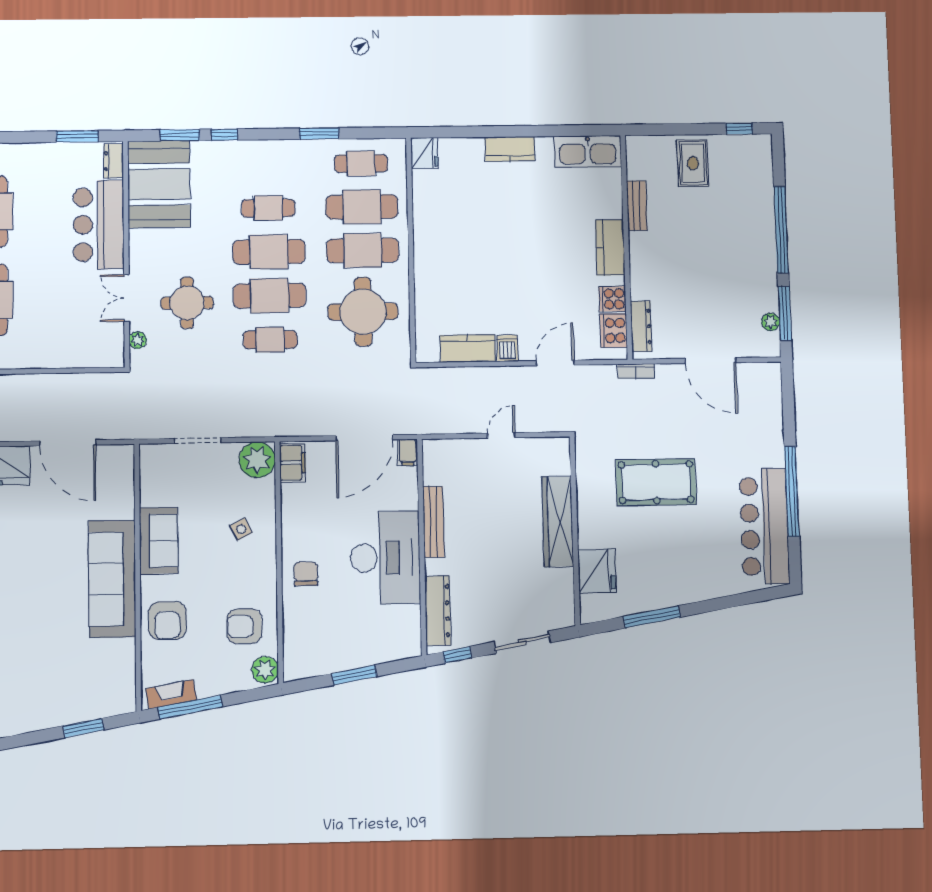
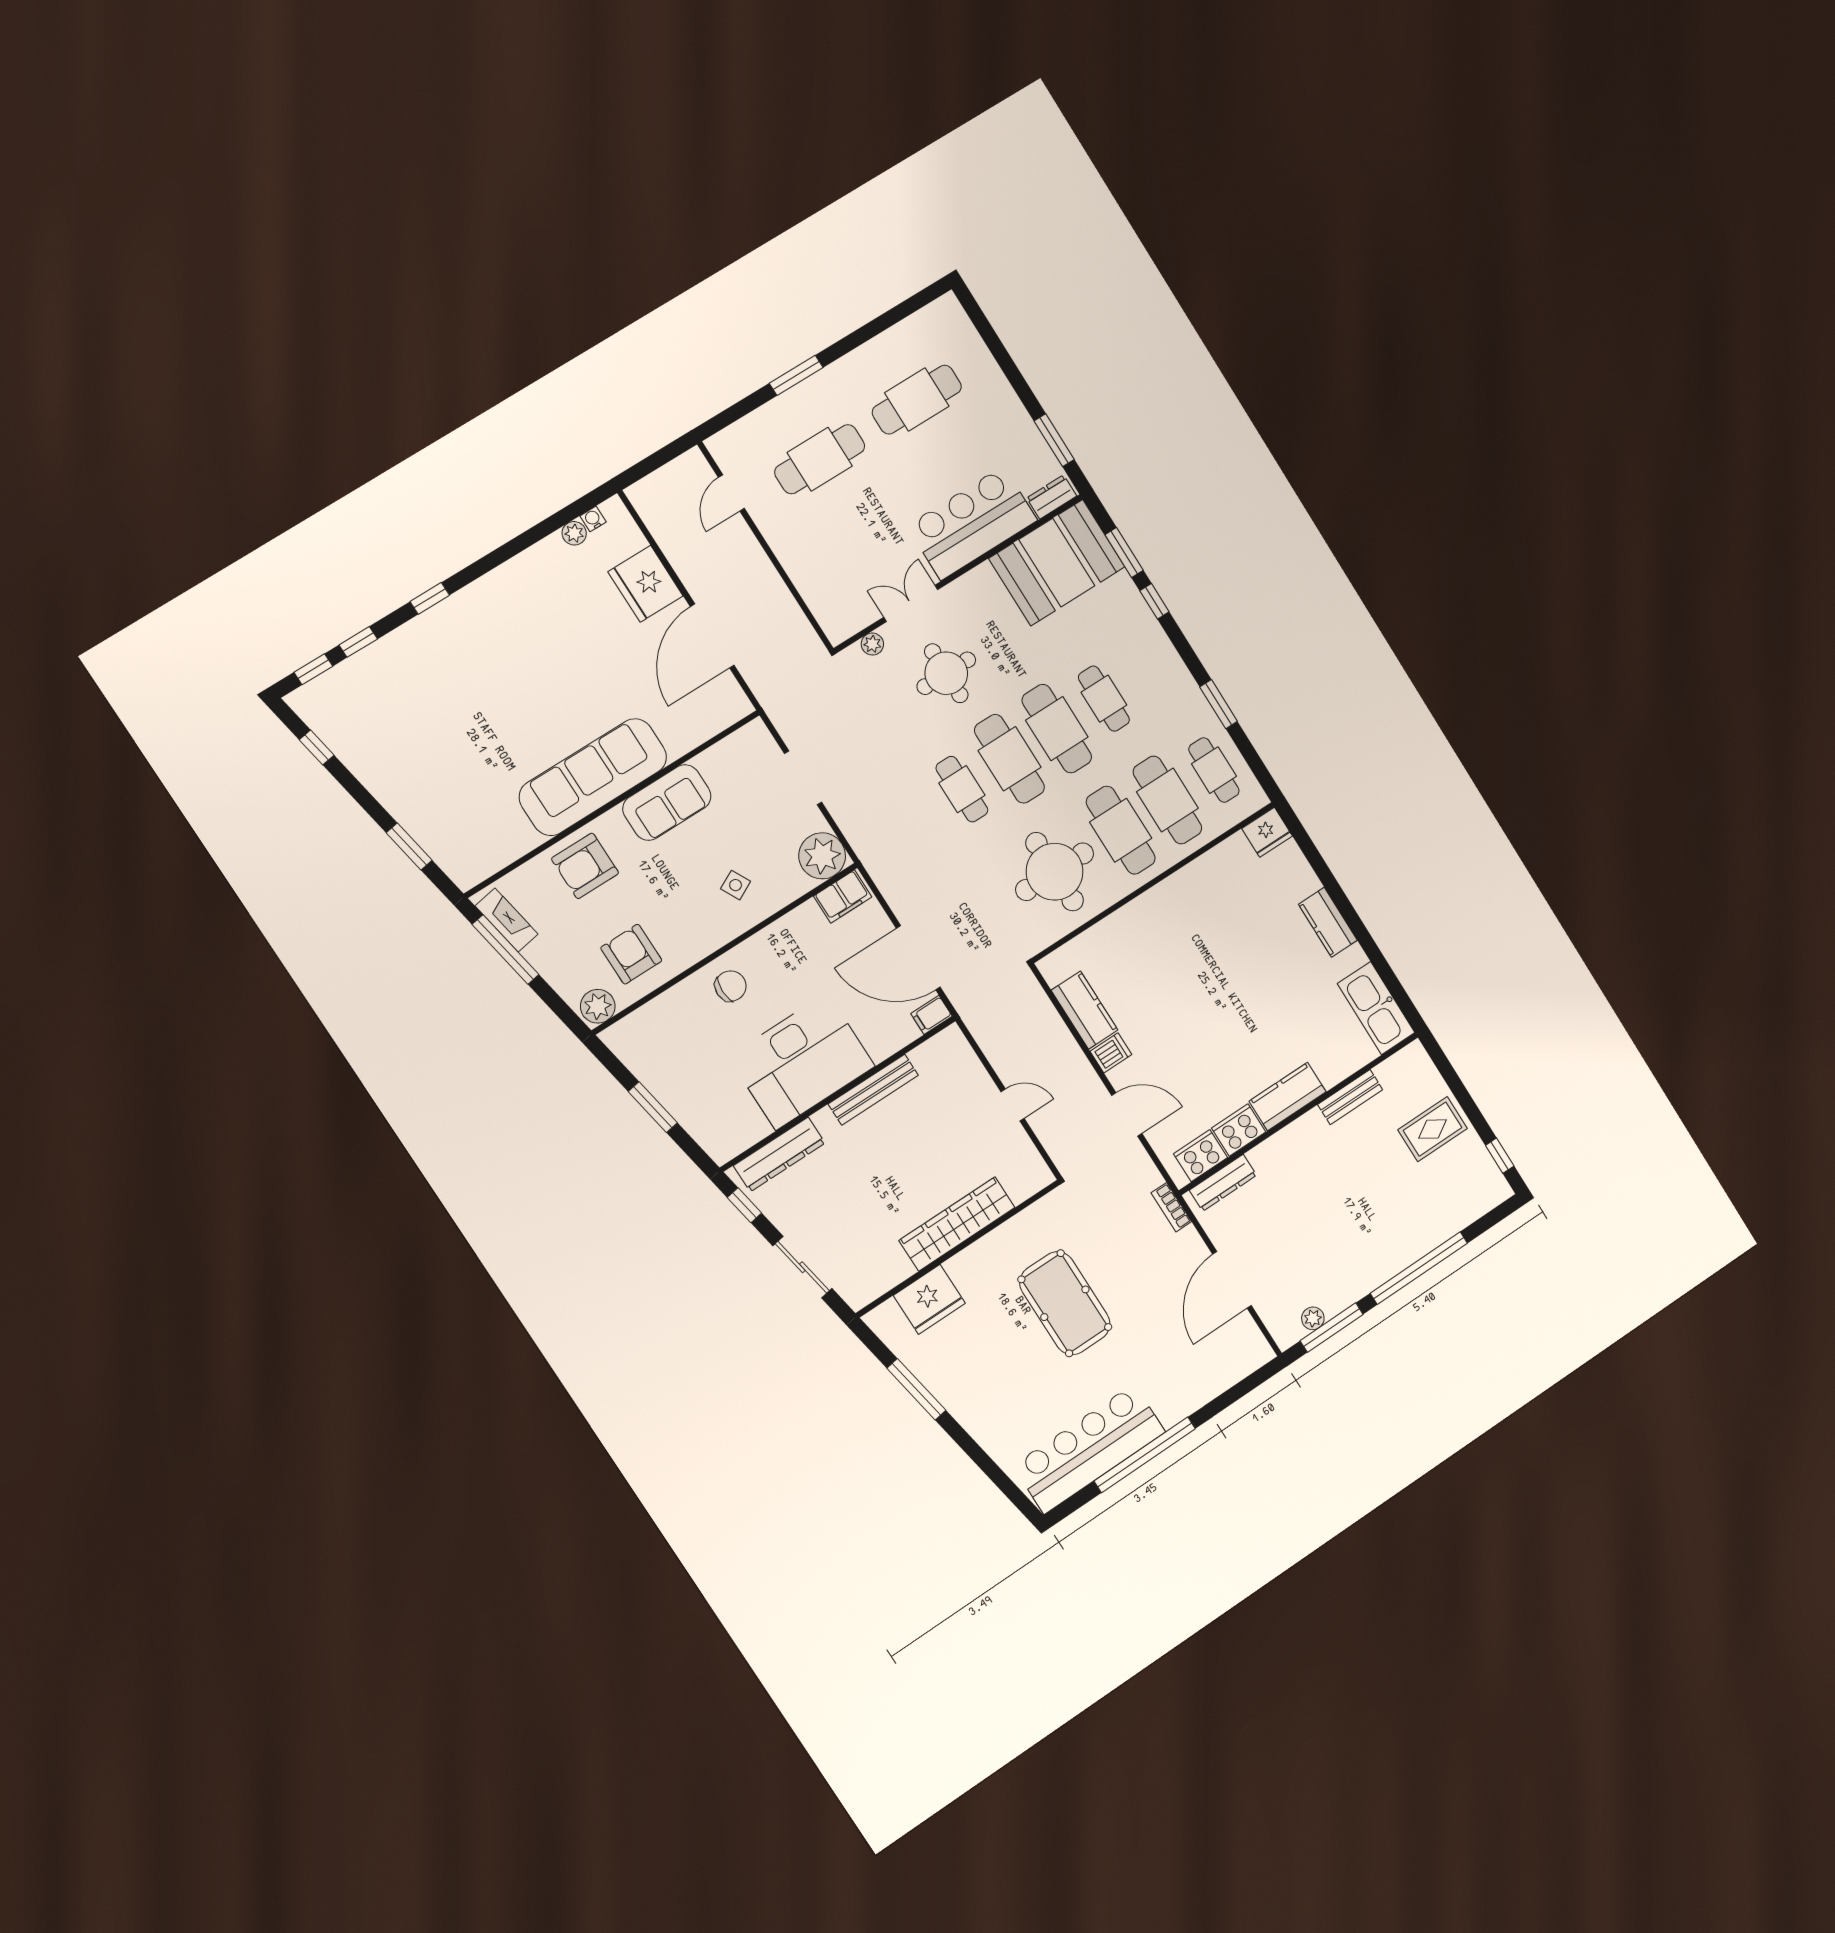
cooker: (612, 299) -> (1239, 1130), width x1.36

